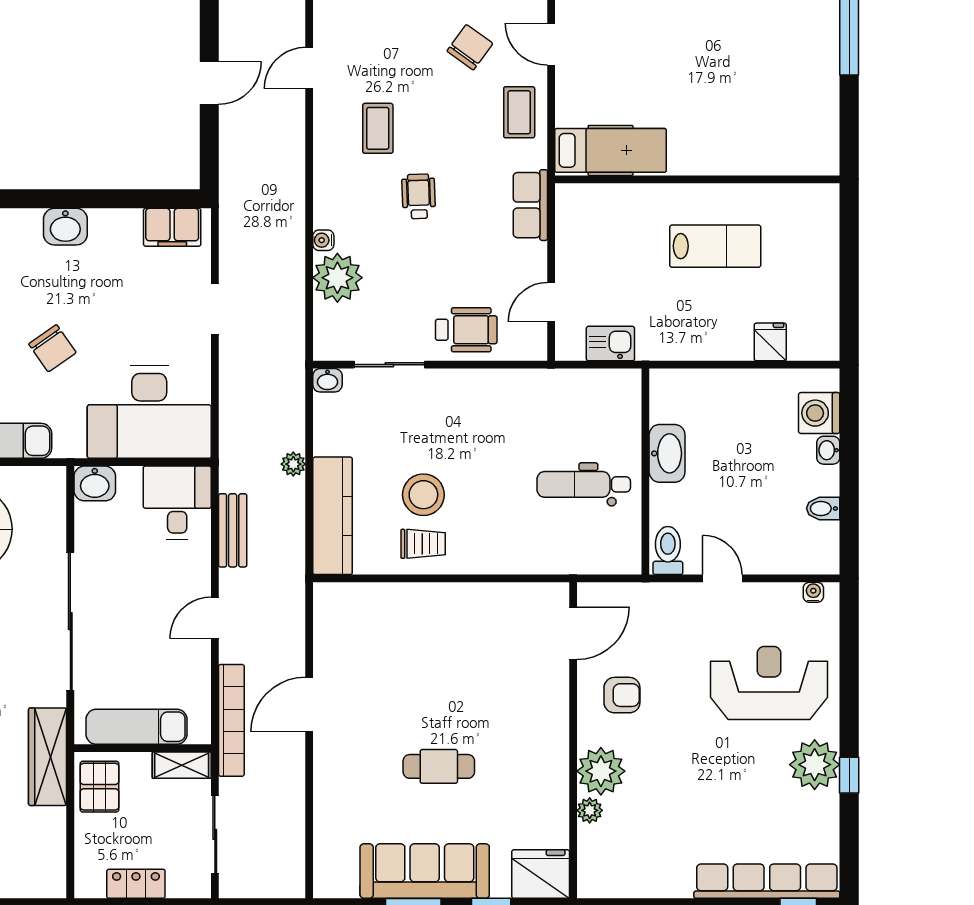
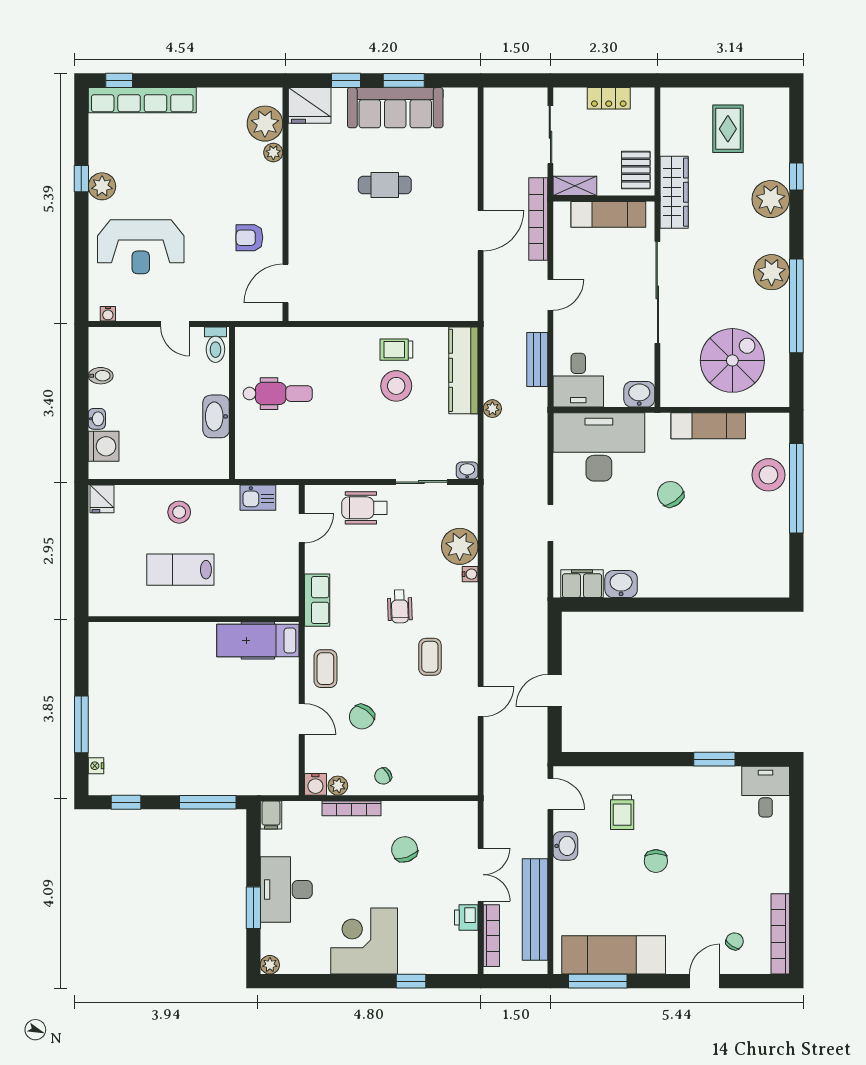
washbasin: (65, 227) -> (621, 584), moved
stool: (717, 324) -> (179, 512), added
fridge: (770, 342) -> (102, 499), moved
plant: (815, 765) -> (102, 186), width x0.73, depth x0.73
plant: (601, 771) -> (265, 124), moved

